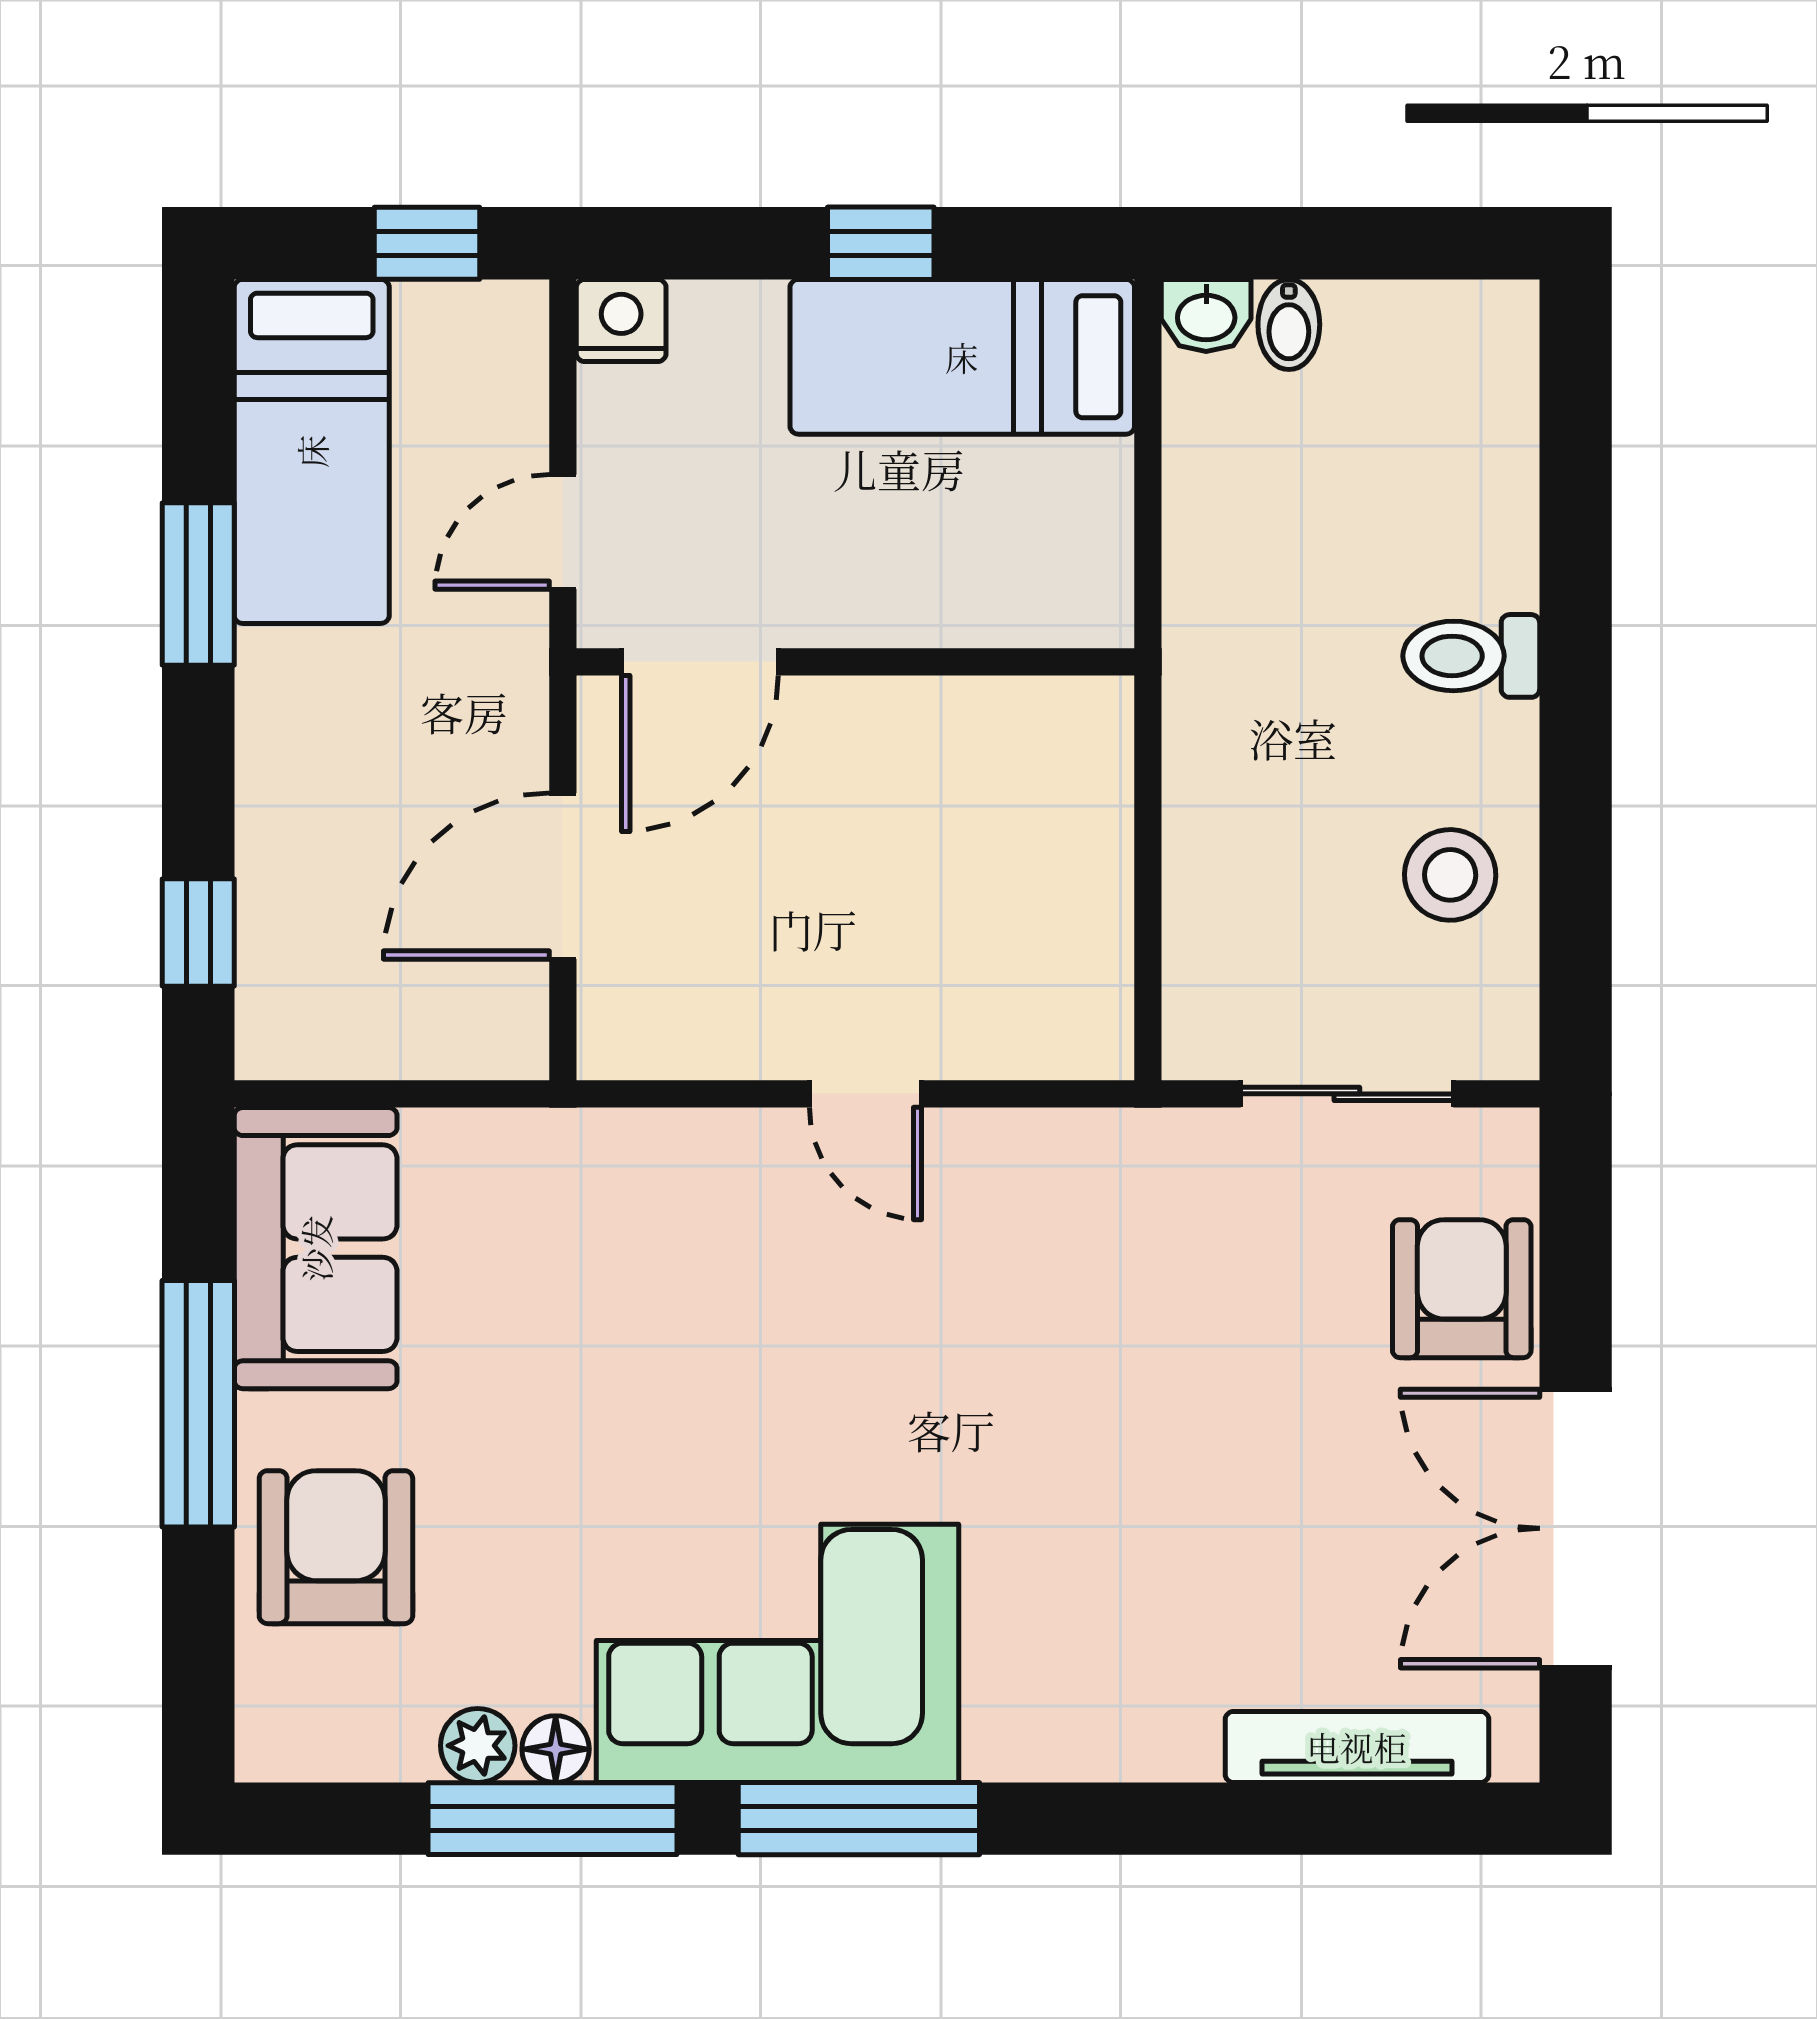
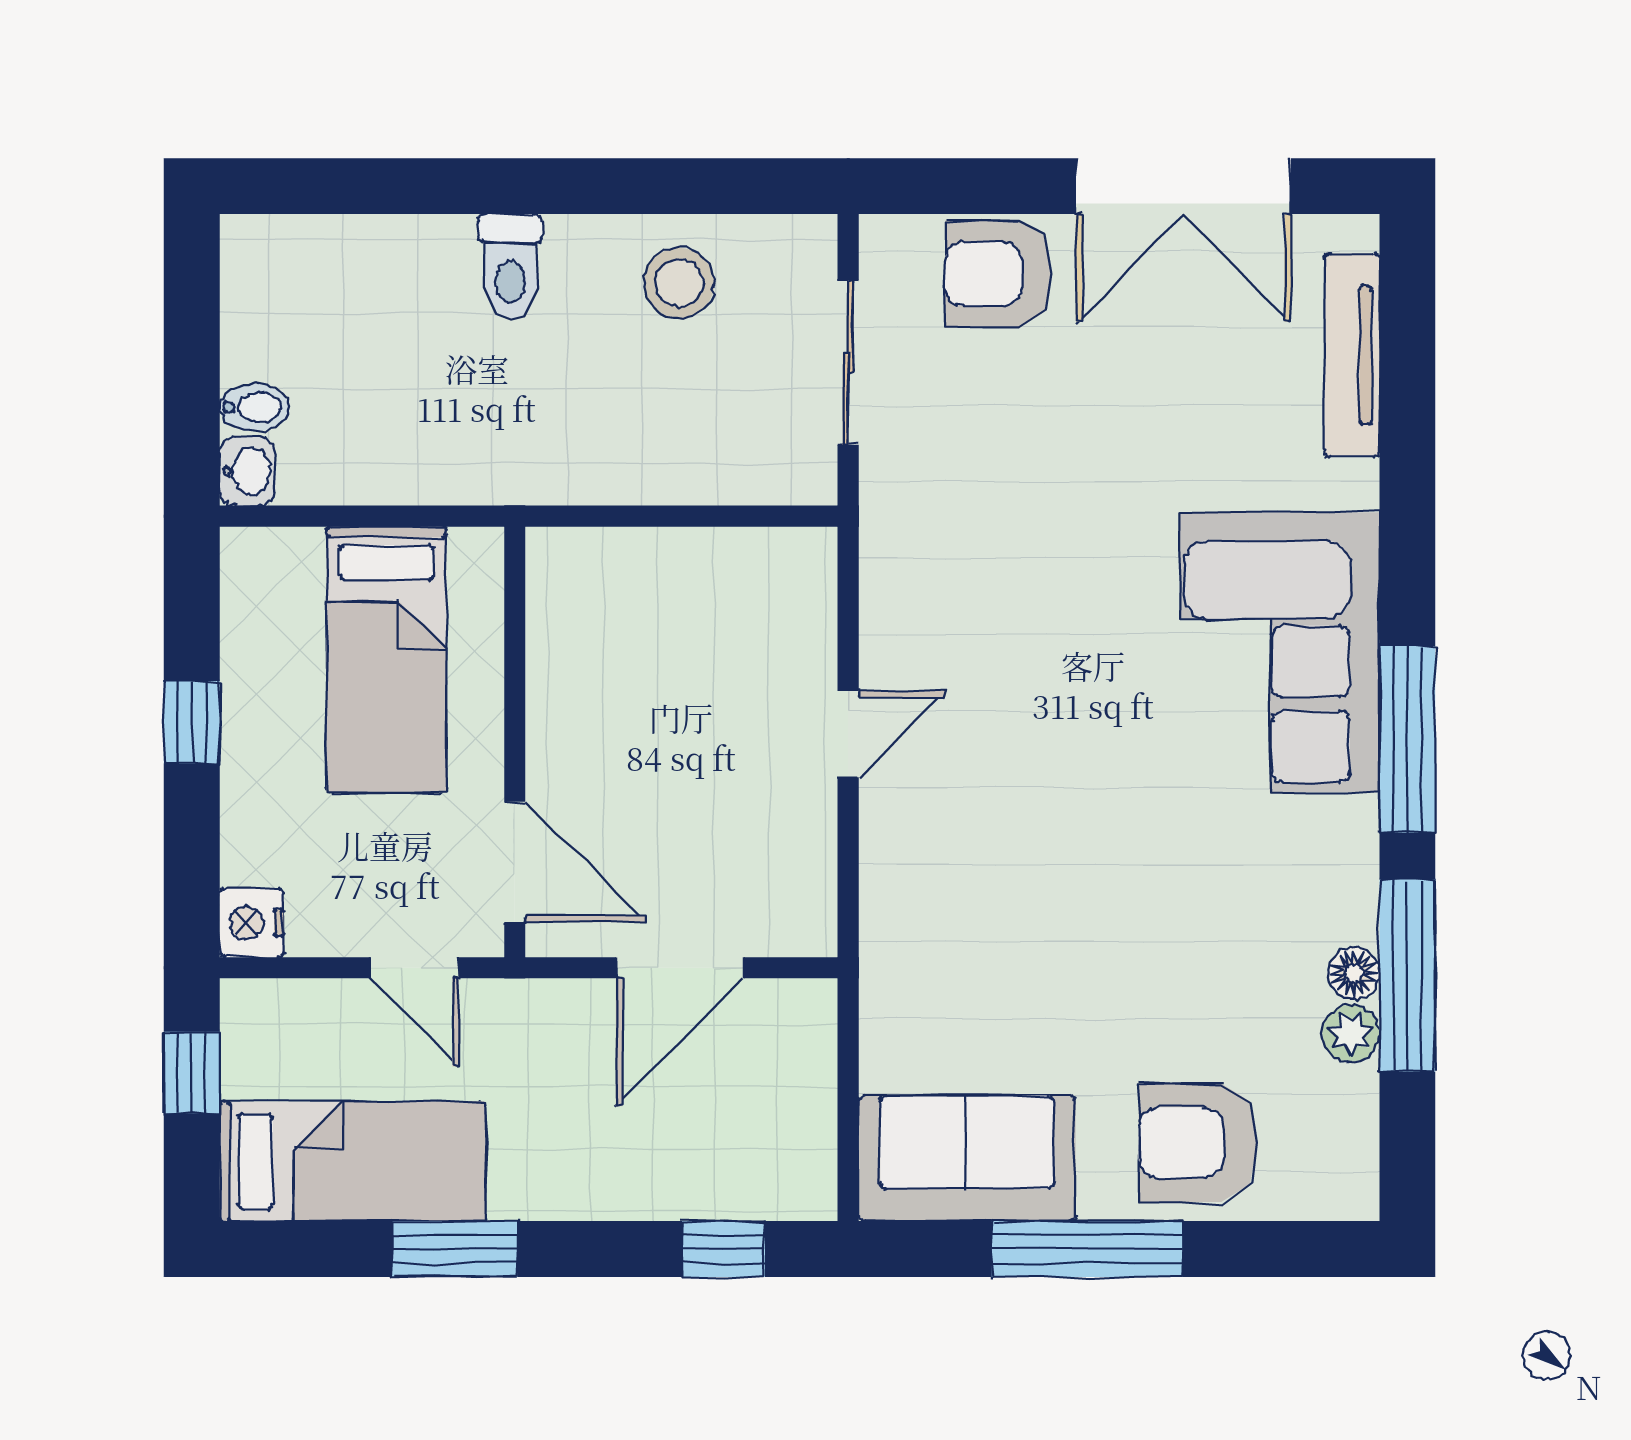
bed: (962, 357) -> (386, 659), moved
door: (563, 876) -> (680, 968), hinge flipped
corner sofa: (777, 1653) -> (1280, 652), moved

